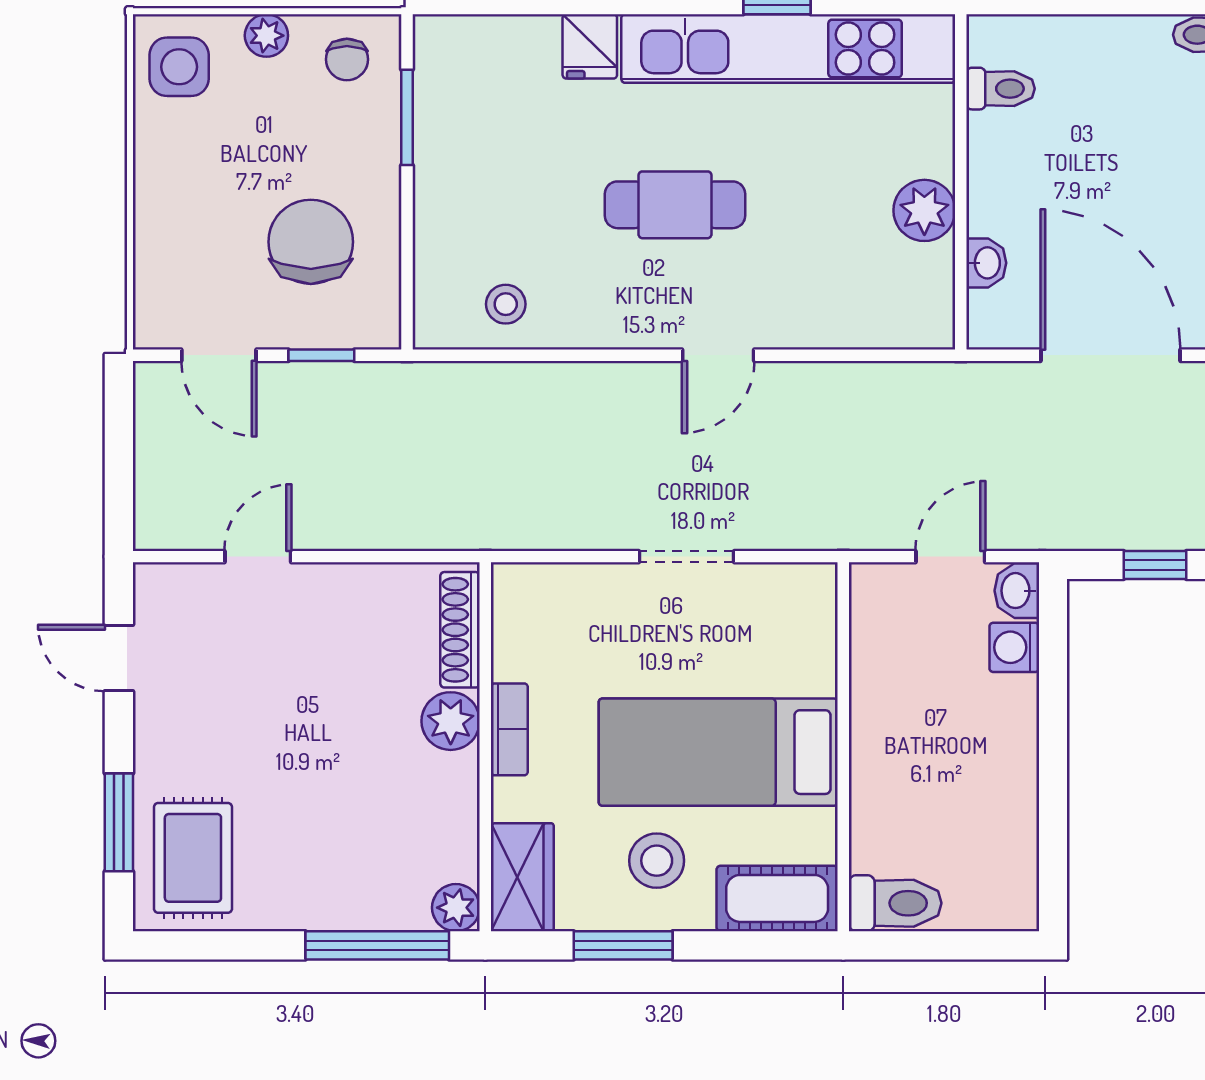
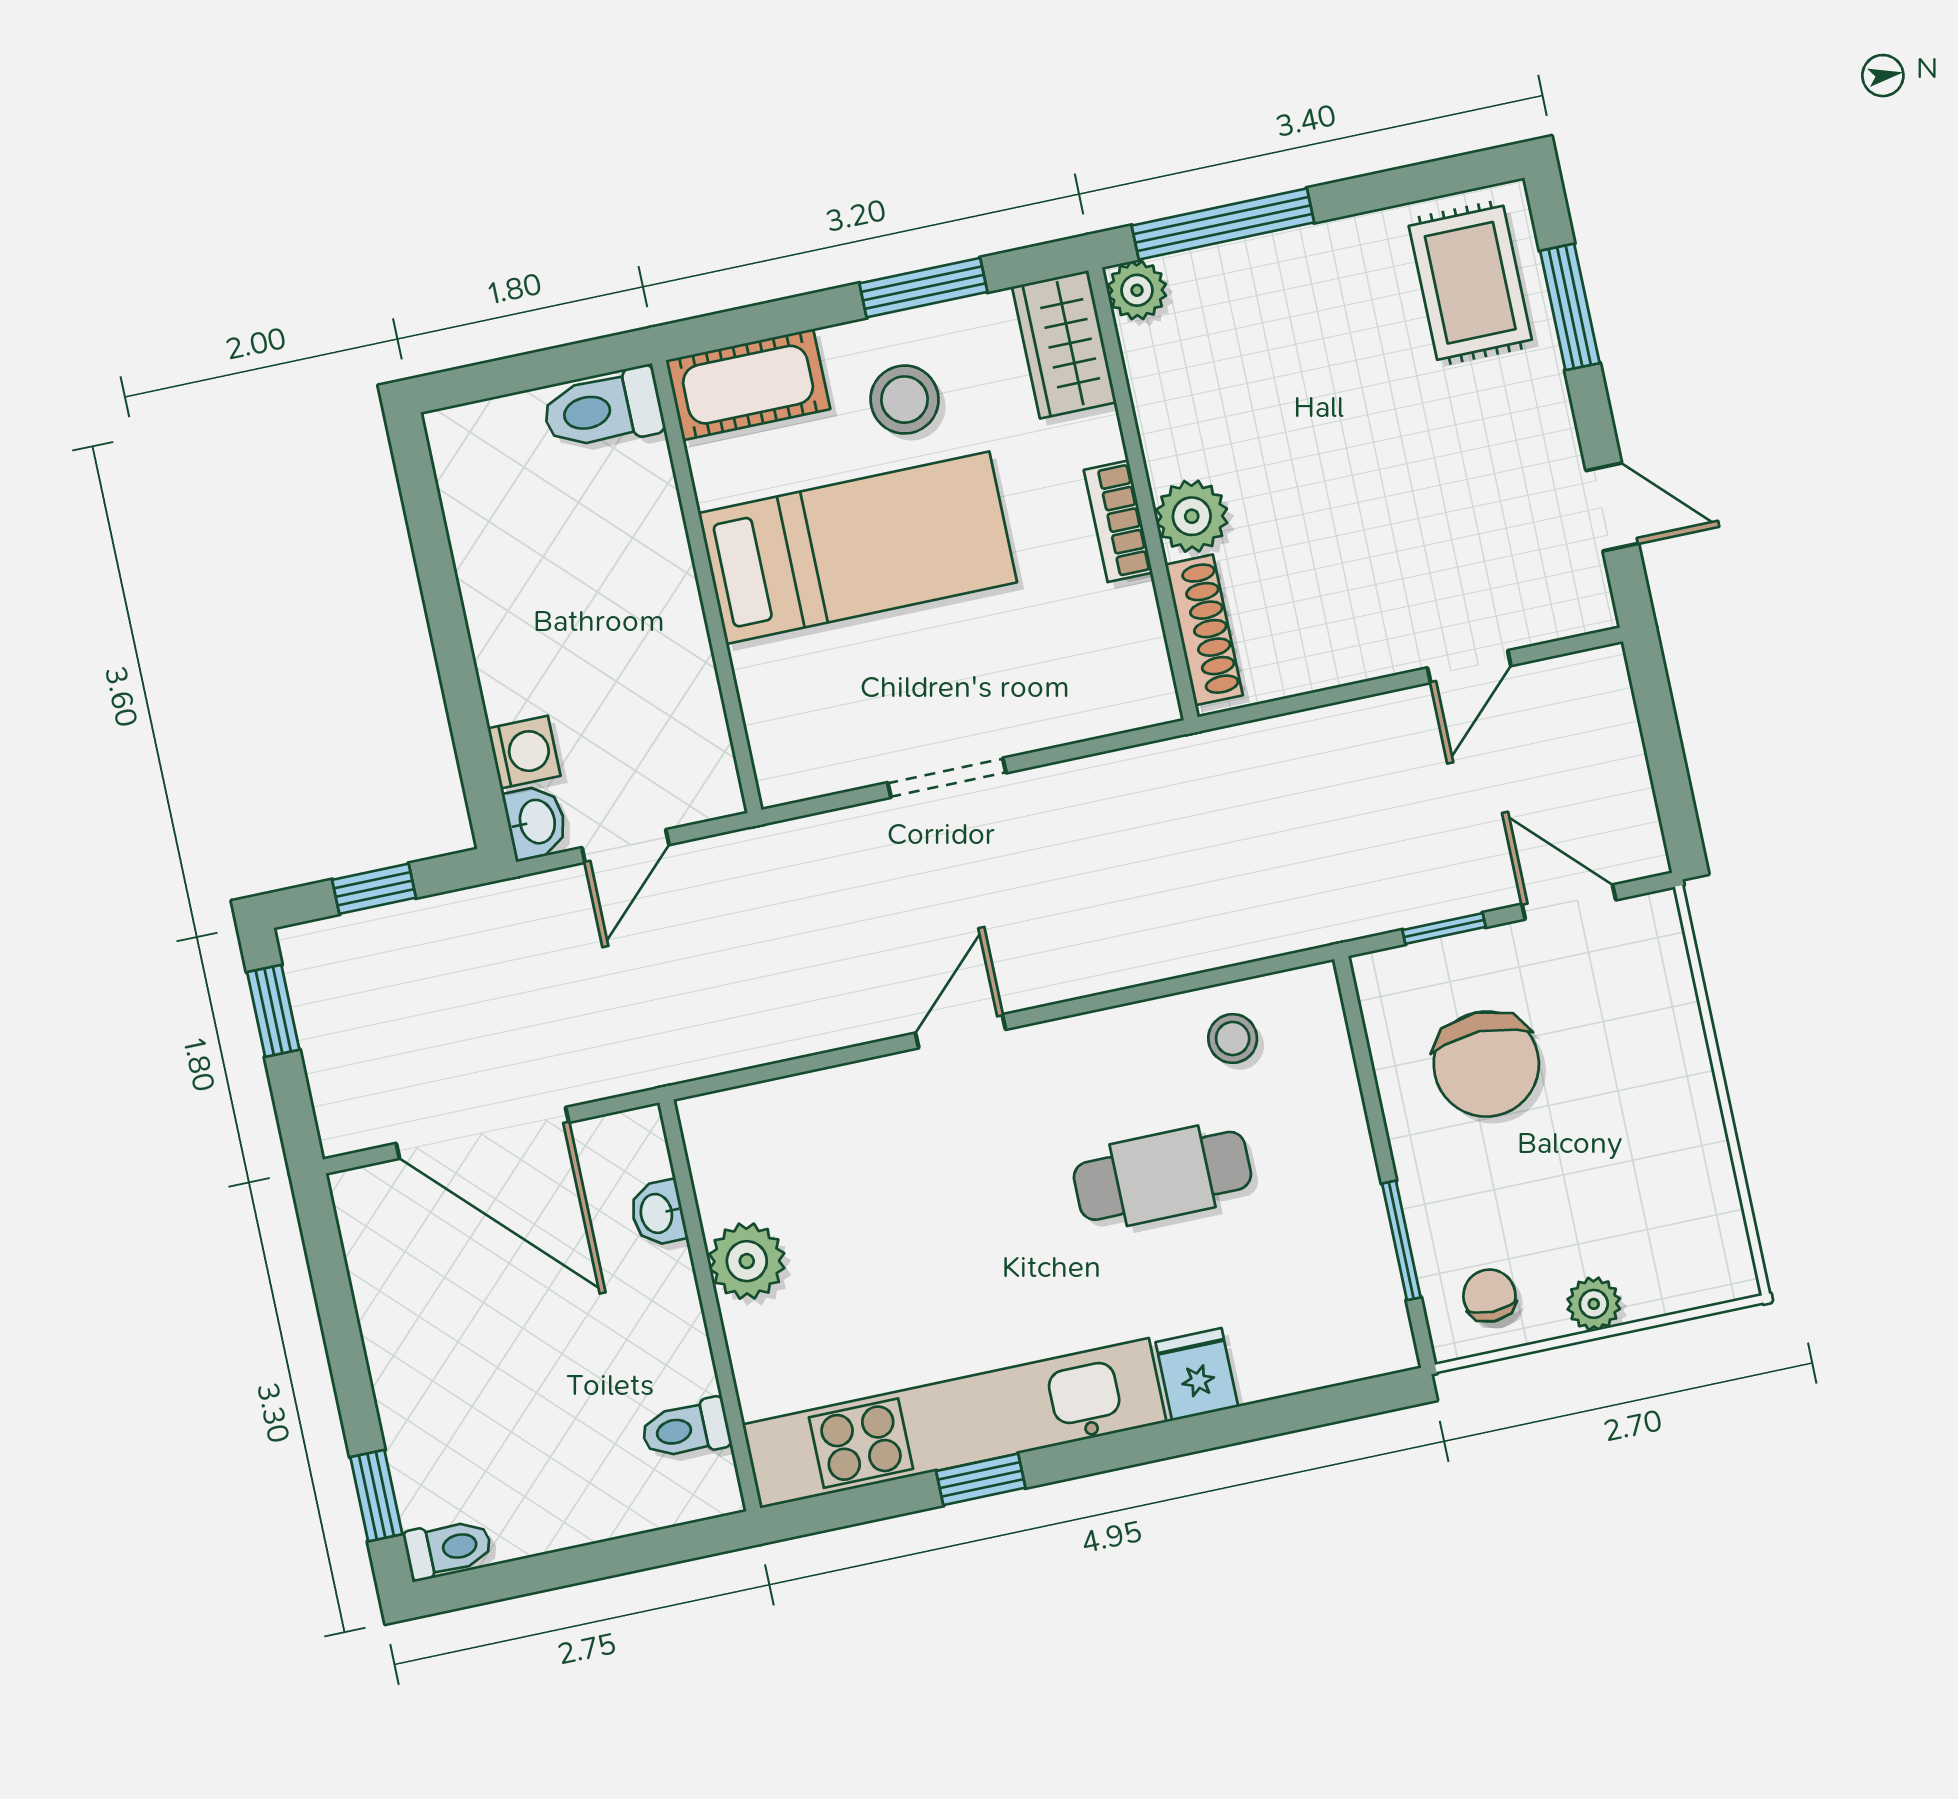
side table: (179, 67) -> (1692, 1243), removed
cafe table: (675, 205) -> (1162, 1176), moved

